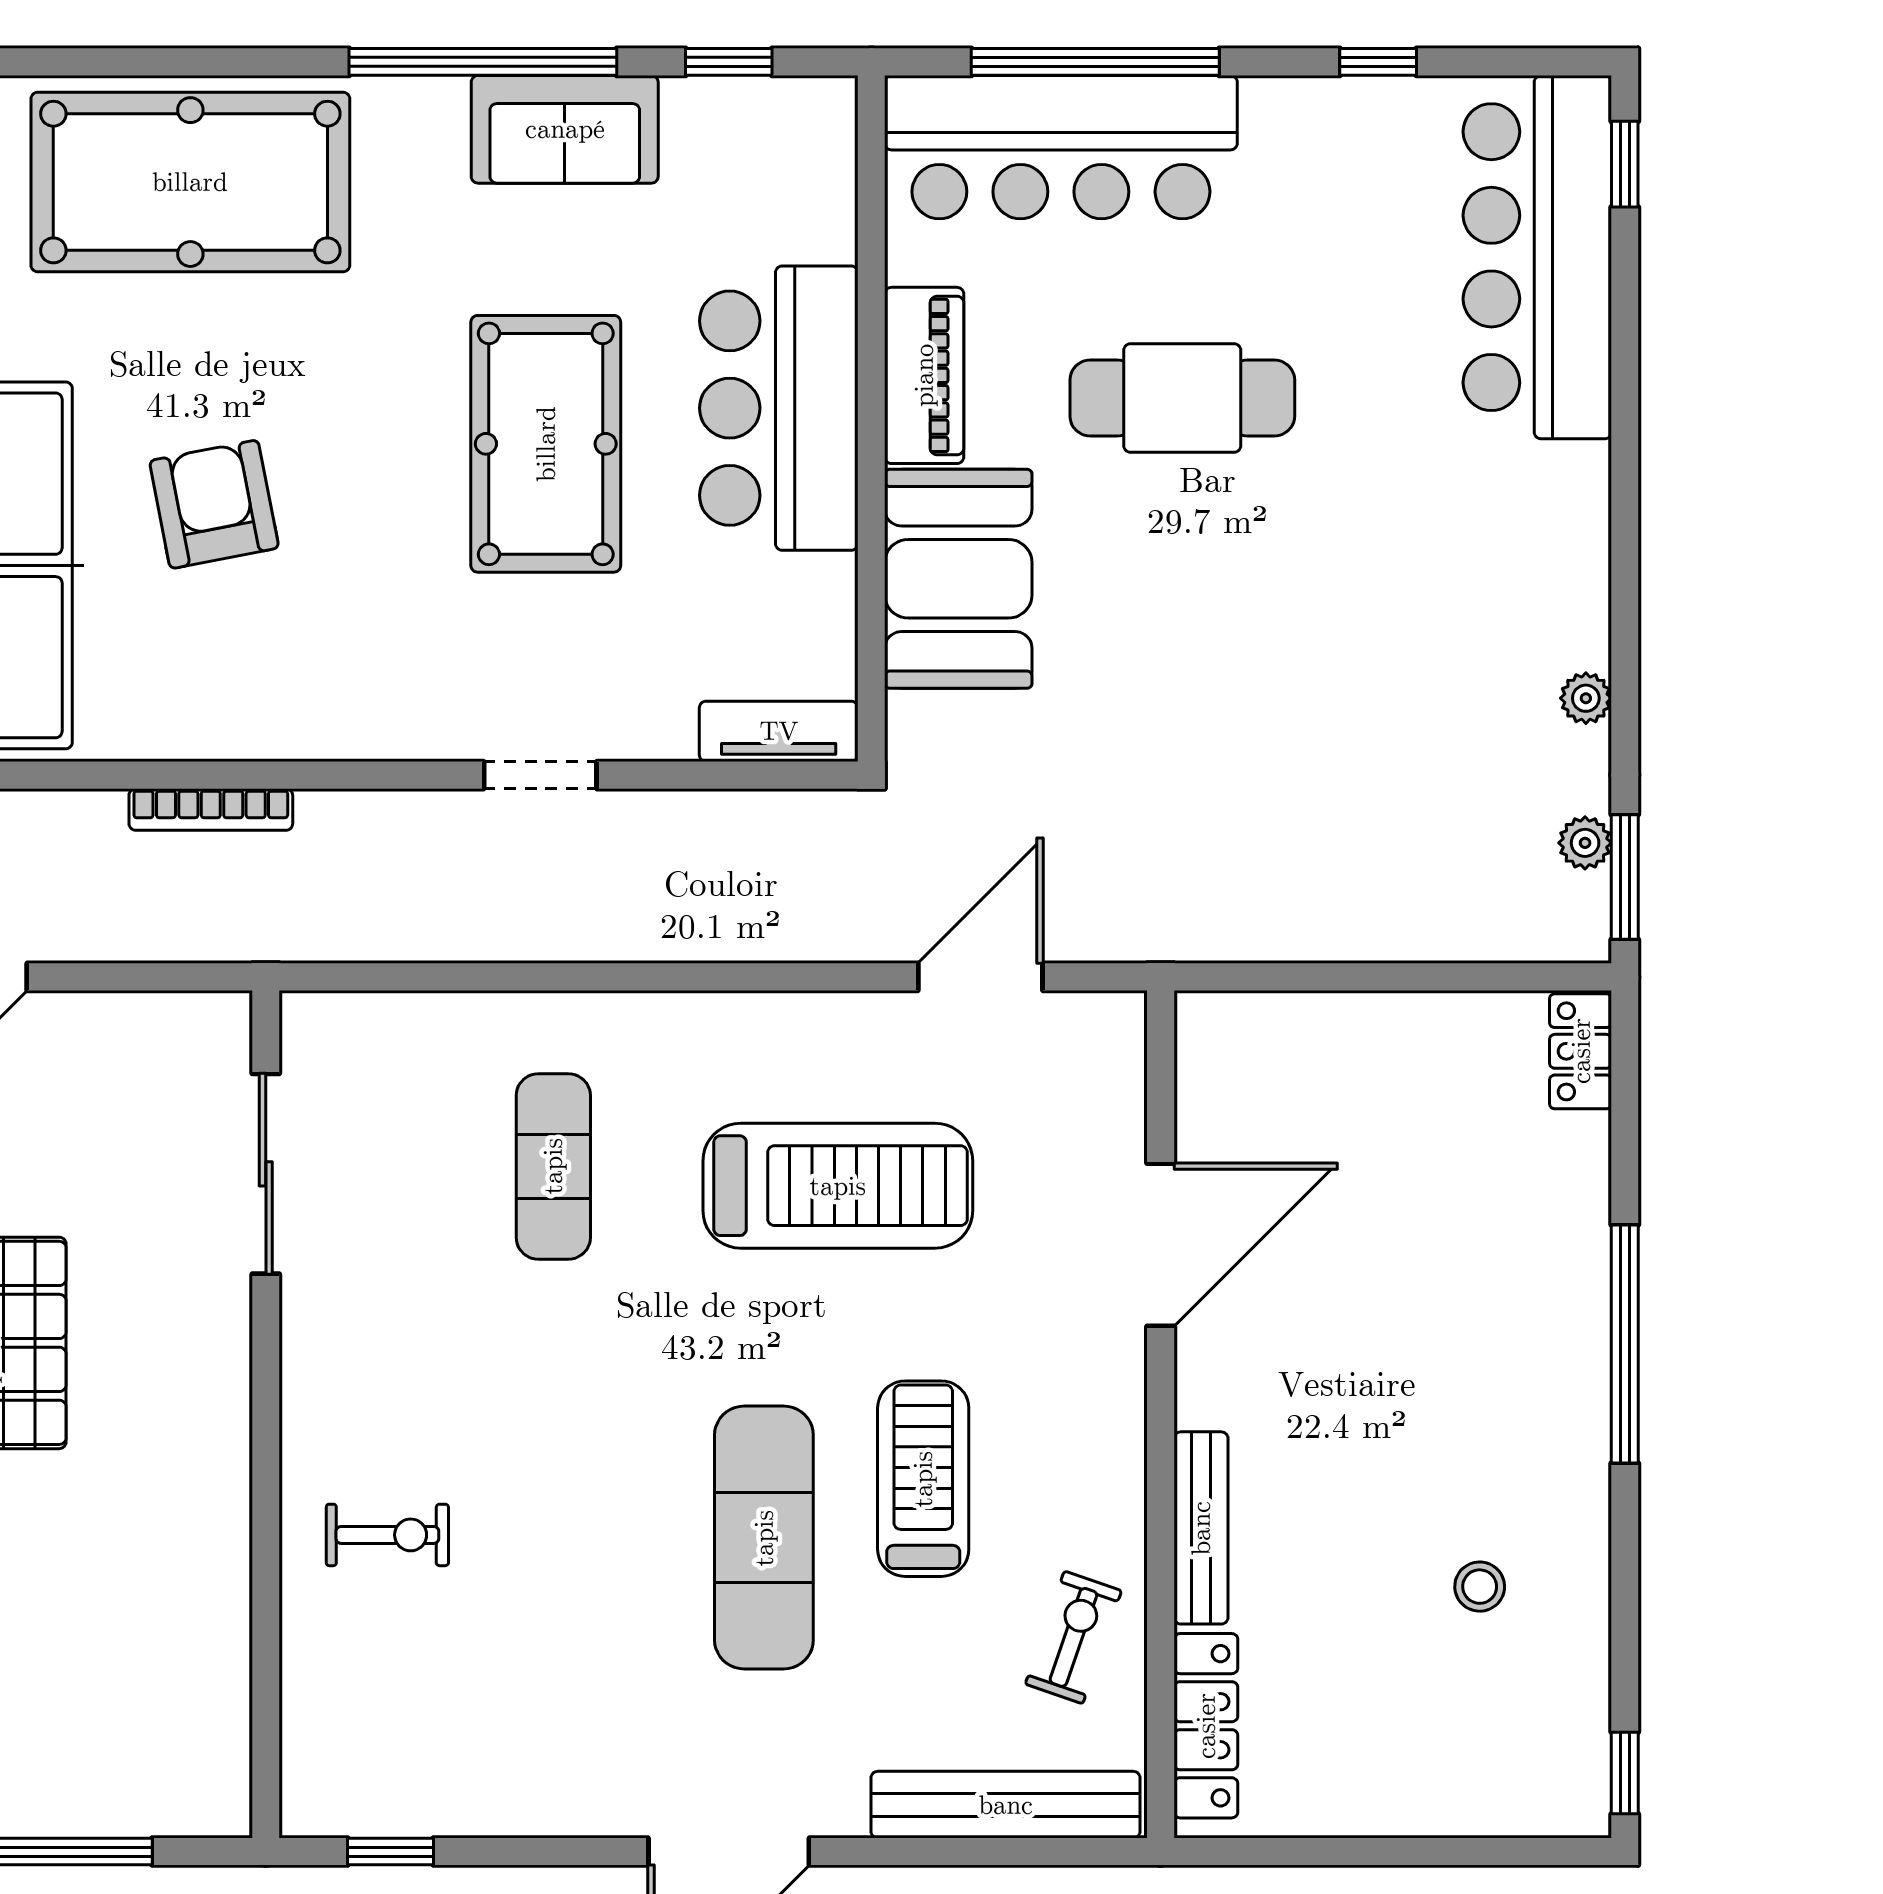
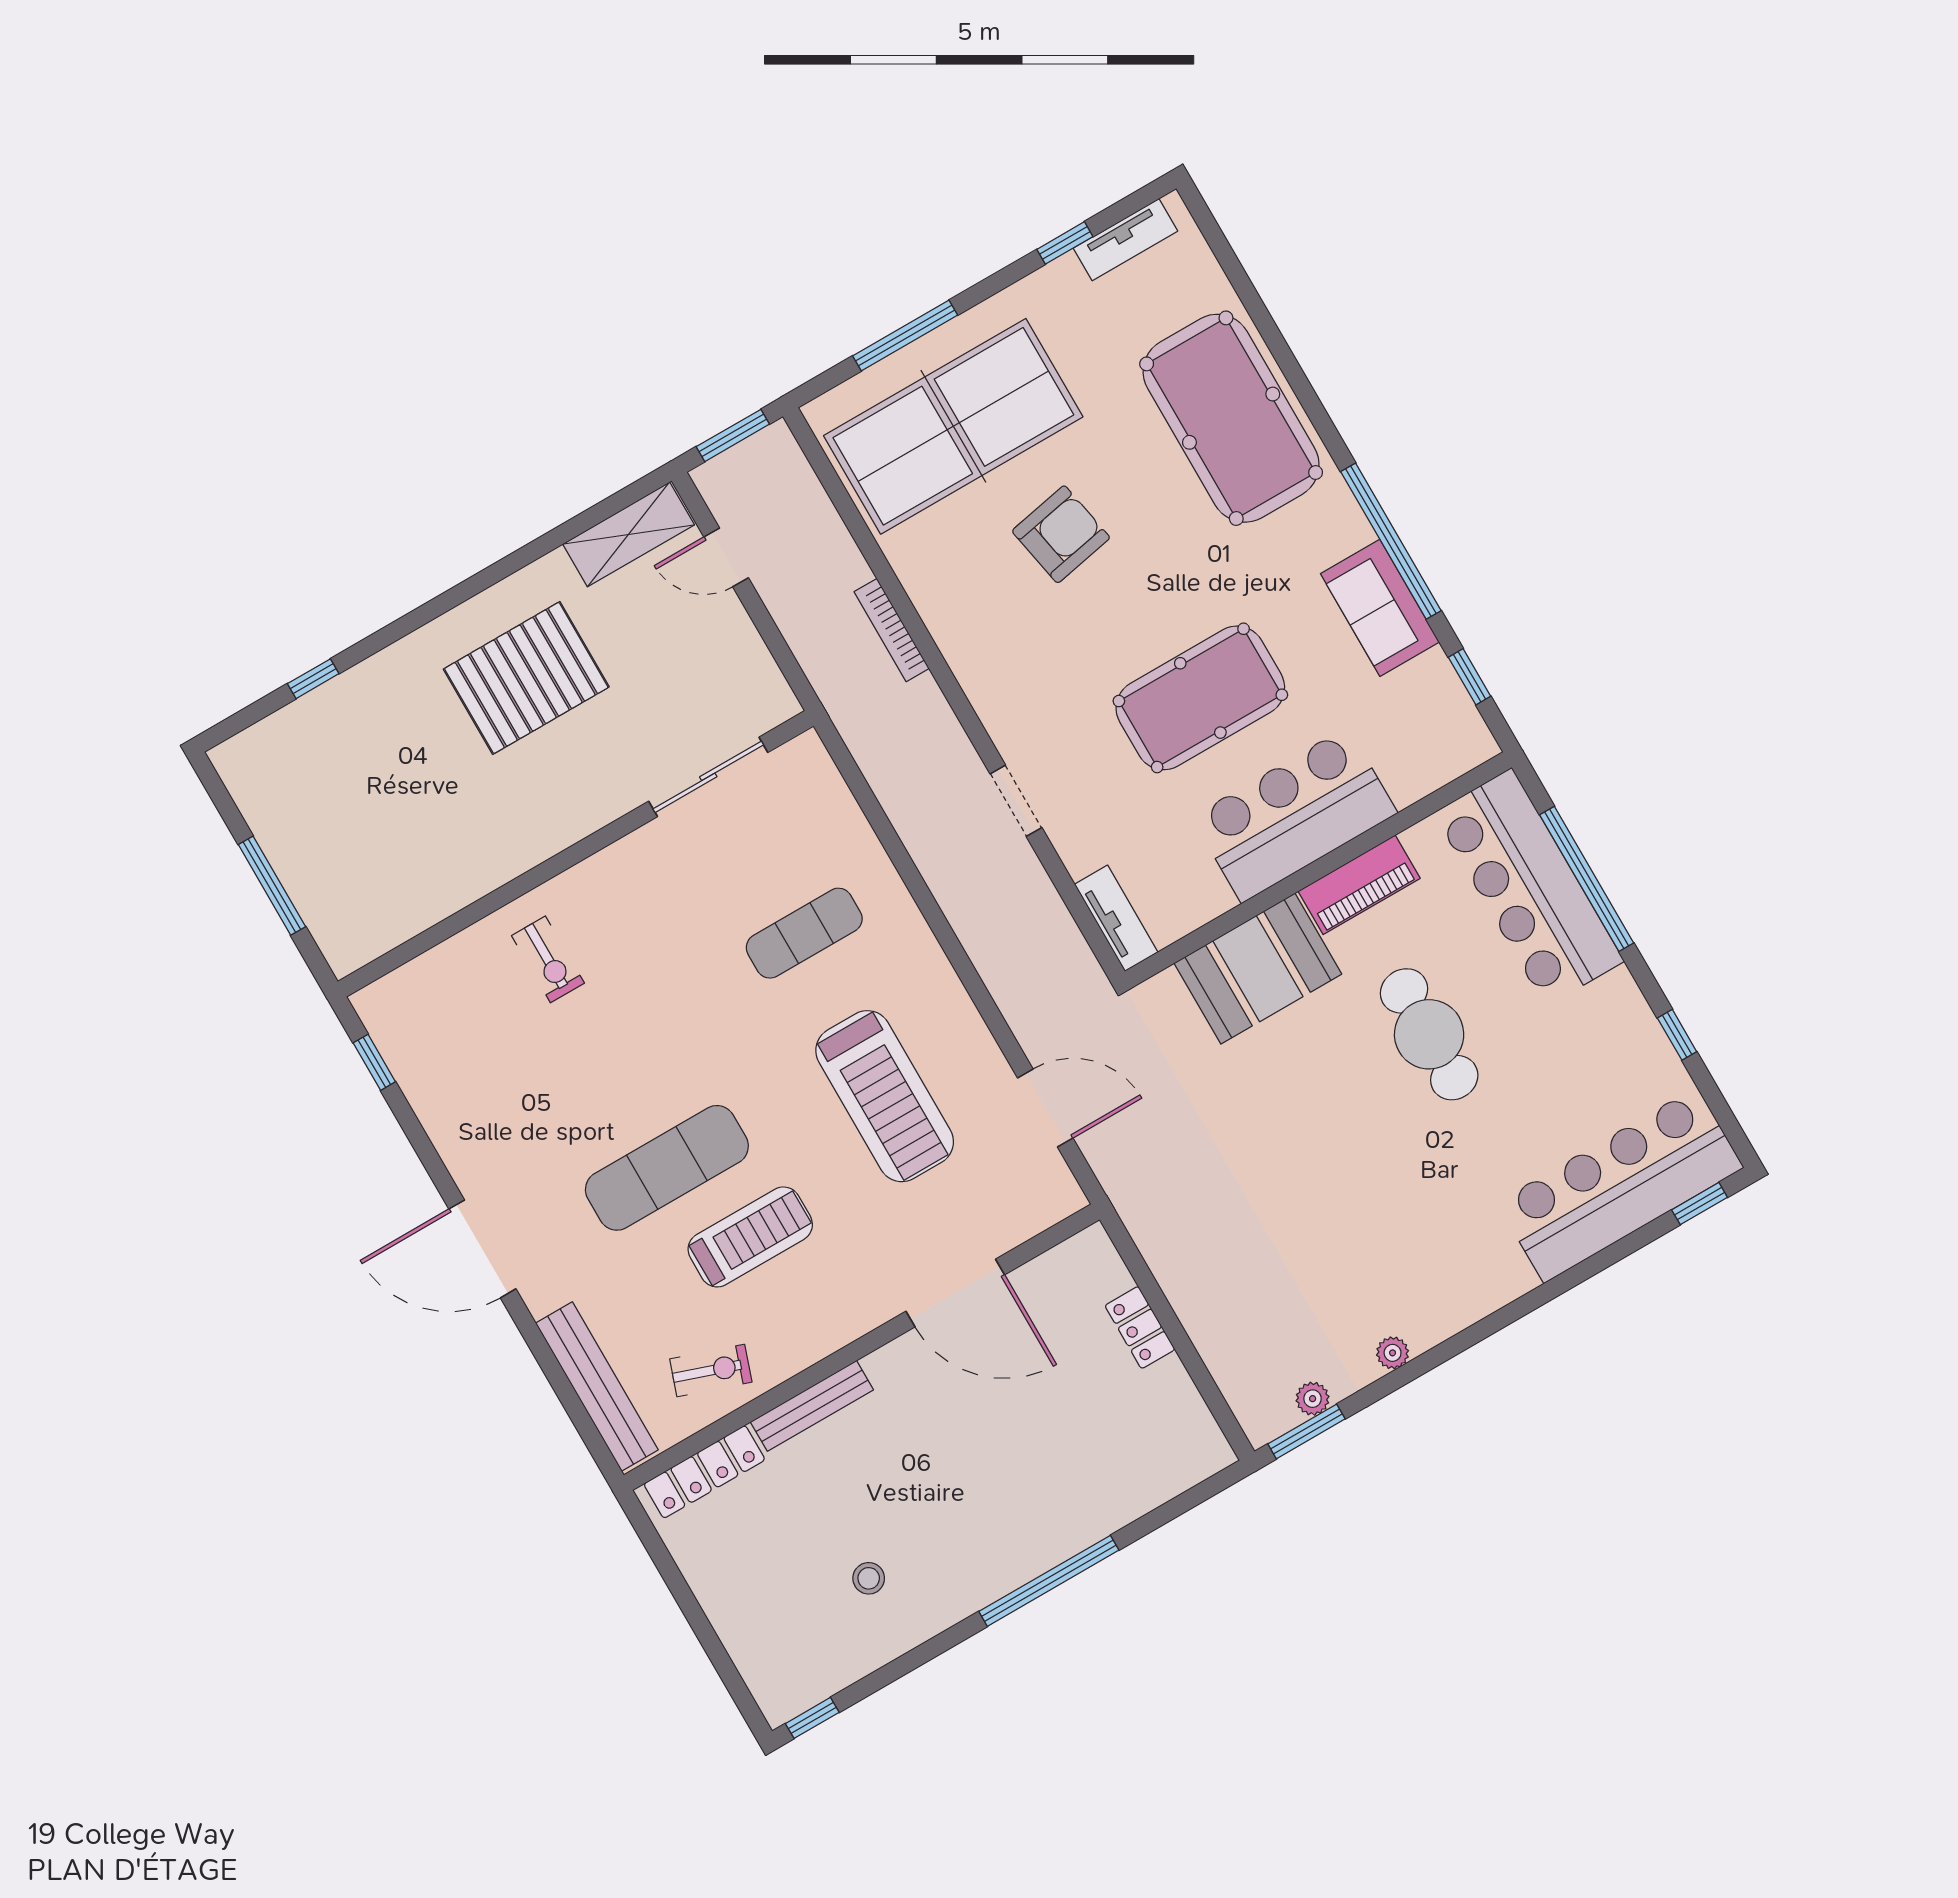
locker: (1581, 1051) -> (1140, 1327), moved, turned -90

